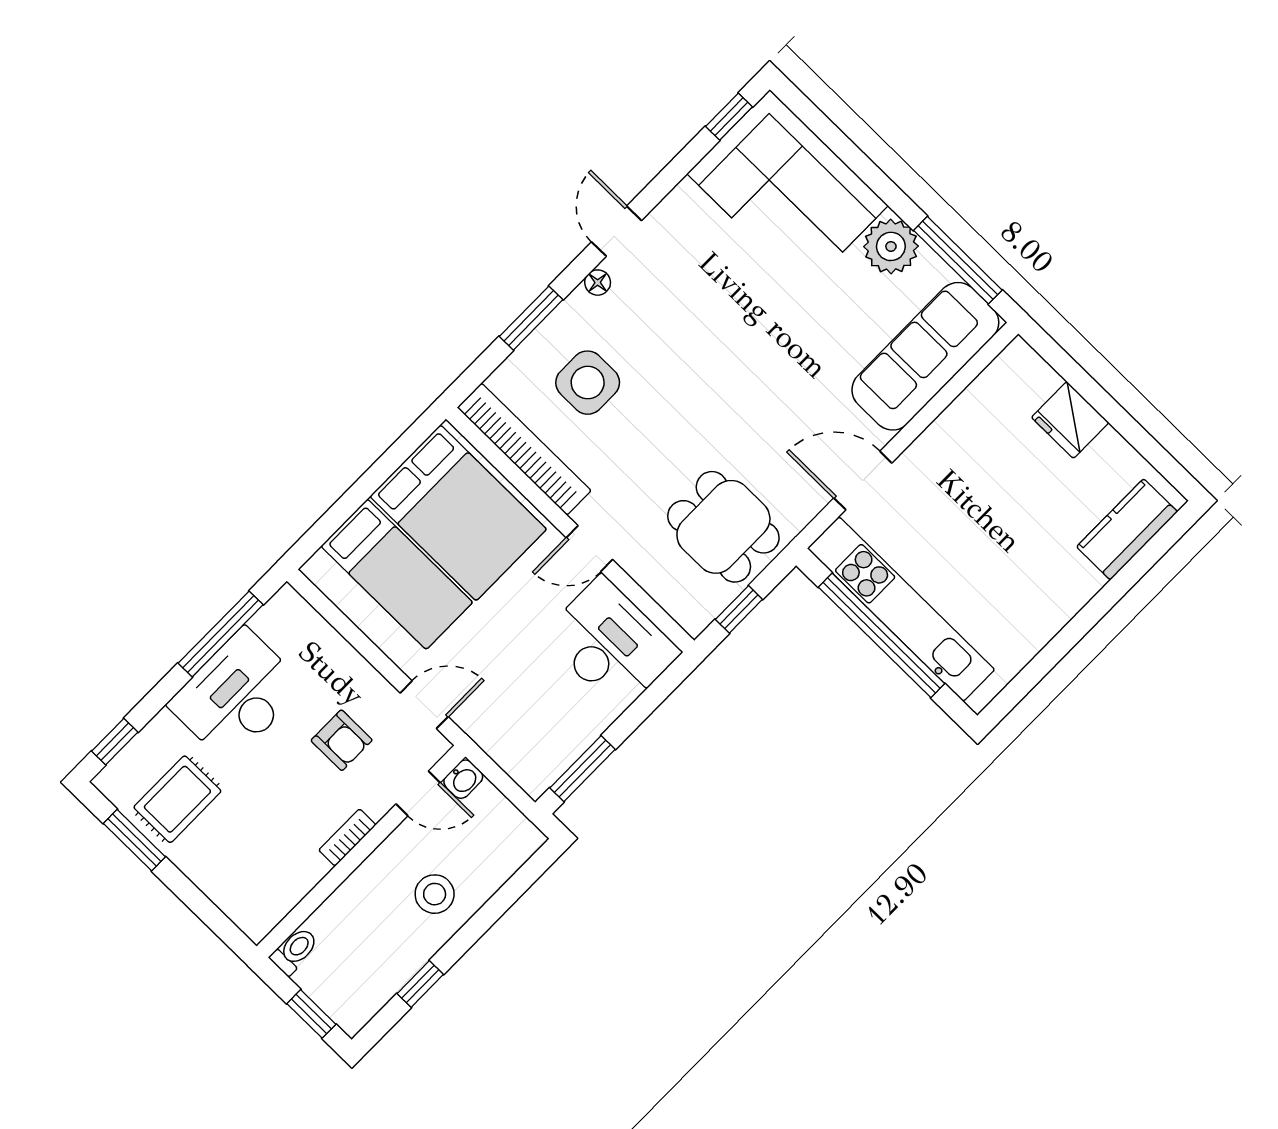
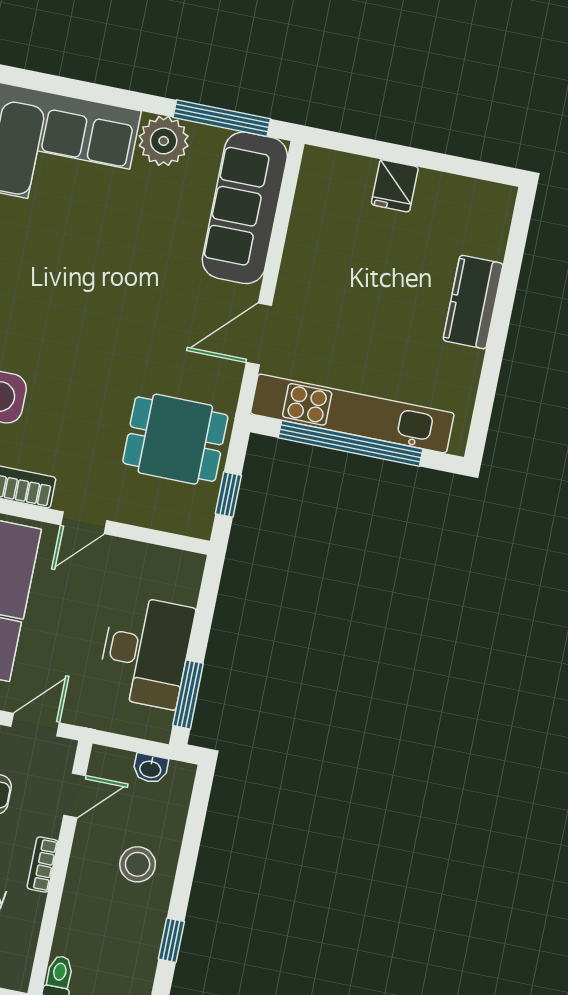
fridge: (1070, 420) -> (395, 186), width x0.72
kitchen counter: (1127, 529) -> (473, 302), moved
desk: (611, 644) -> (146, 651), moved, turned 90
washbasin: (463, 779) -> (150, 769), moved, turned 90

